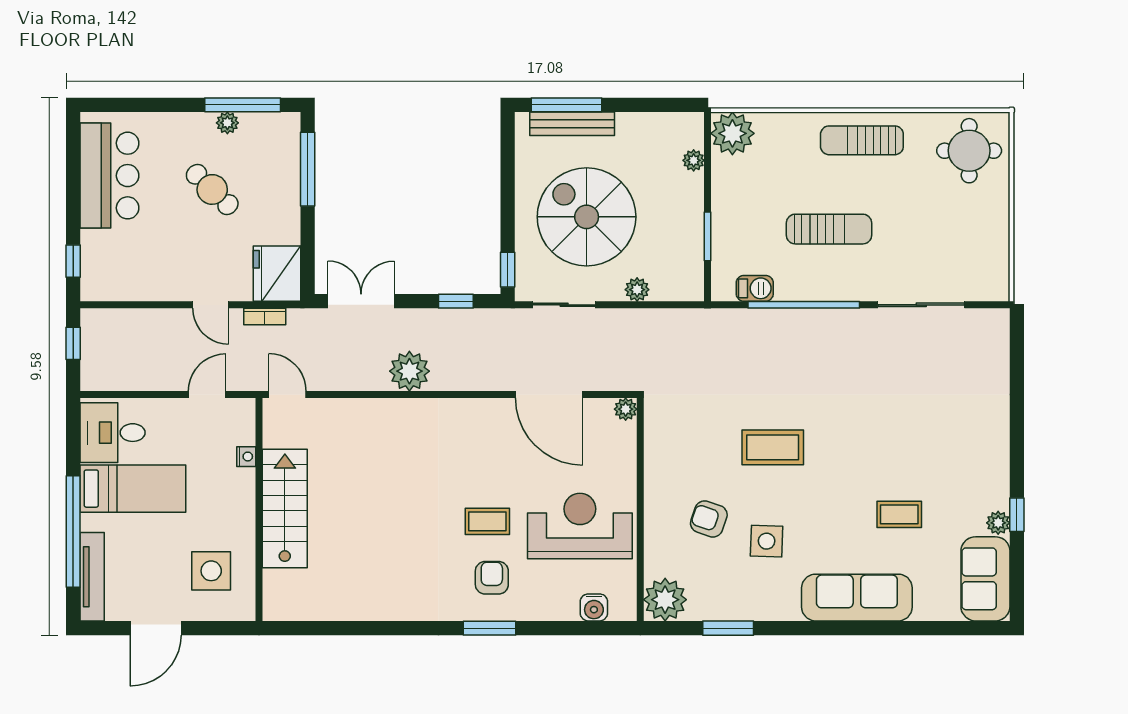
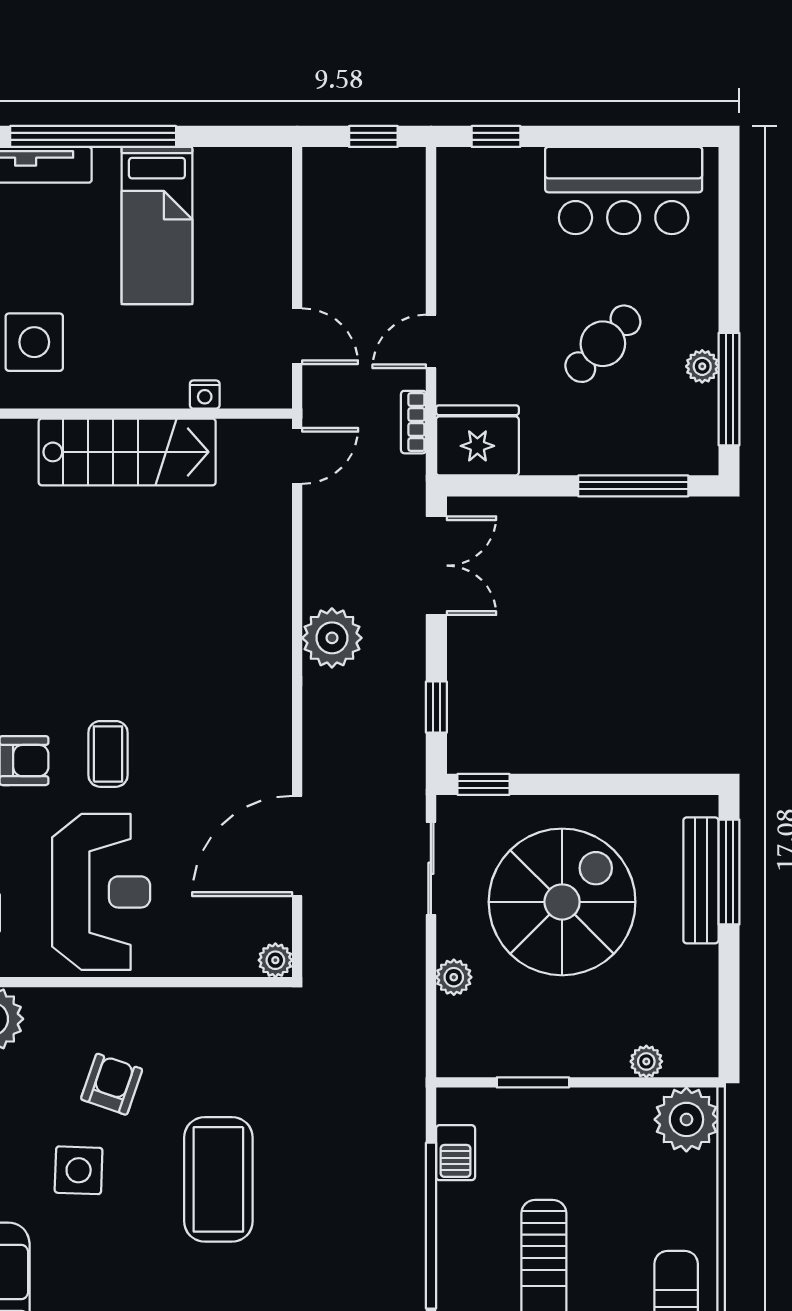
desk: (113, 433) -> (240, 195), removed
coffee table: (773, 447) -> (218, 1179), width x1.36, depth x1.32

